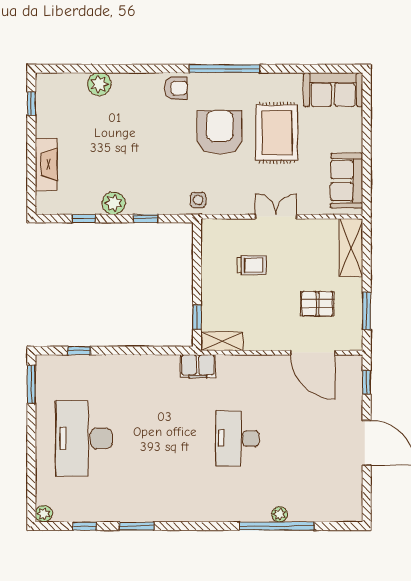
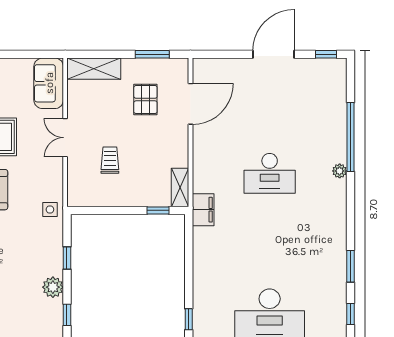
sofa: (347, 181) -> (49, 83), moved, turned 90
window: (367, 382) -> (326, 54), moved
plant: (280, 514) -> (340, 171), moved

